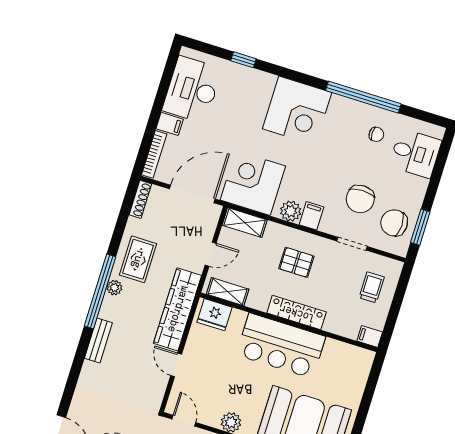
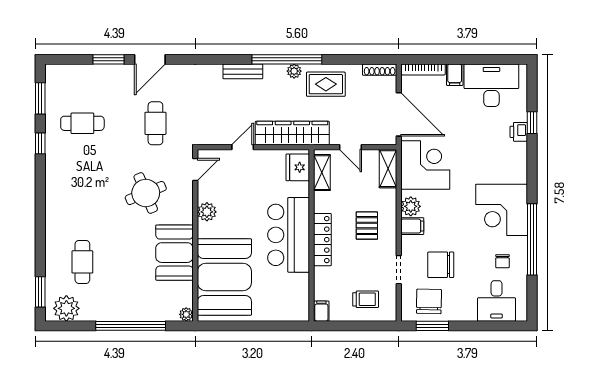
printer: (249, 76) -> (519, 132), added
corner desk: (297, 111) -> (502, 210), moved

